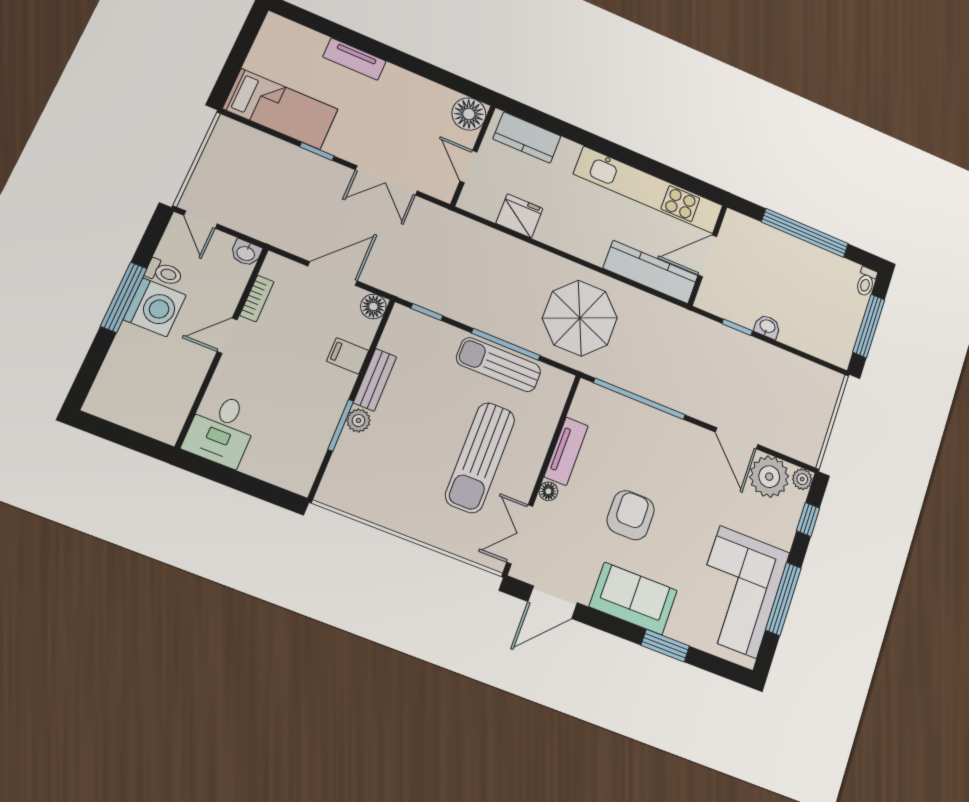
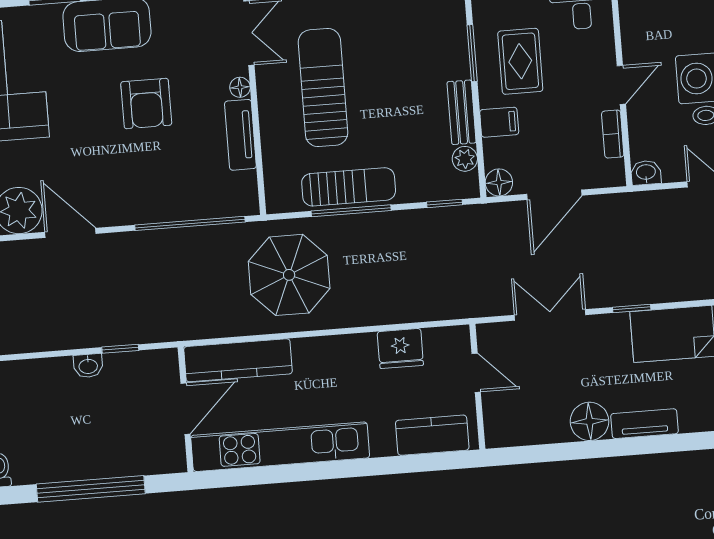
floor lamp: (469, 114) -> (590, 421), moved
rug: (303, 398) -> (520, 61), added
plant: (358, 420) -> (465, 159), moved

